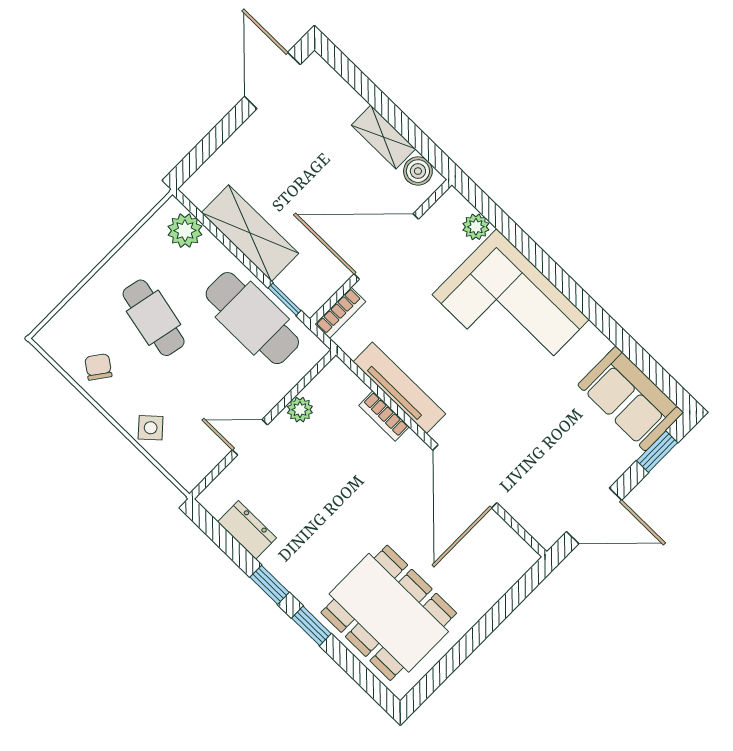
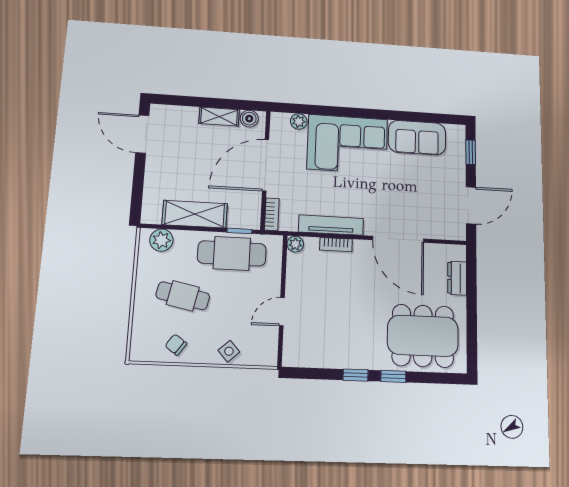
sofa: (631, 399) -> (417, 138), moved
plant: (300, 410) -> (295, 244), moved
dresser: (247, 530) -> (457, 278), moved, turned -90

